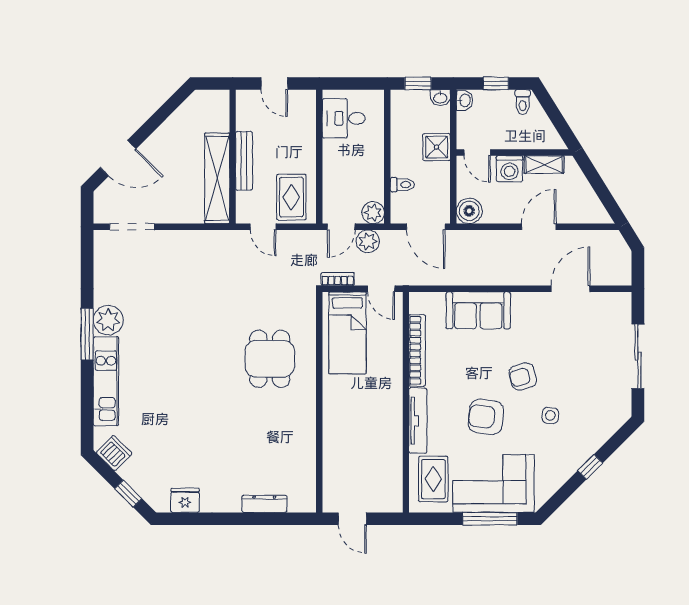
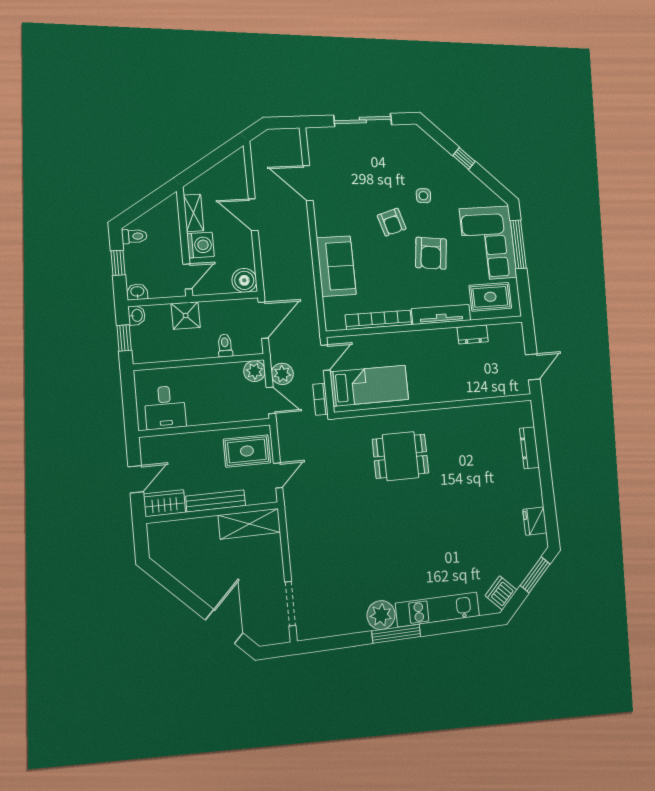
wardrobe: (247, 110) -> (164, 503), added
shelving: (217, 178) -> (249, 524), width x0.68
dresser: (393, 454) -> (473, 334), added
window: (128, 494) -> (535, 575), width x1.50

